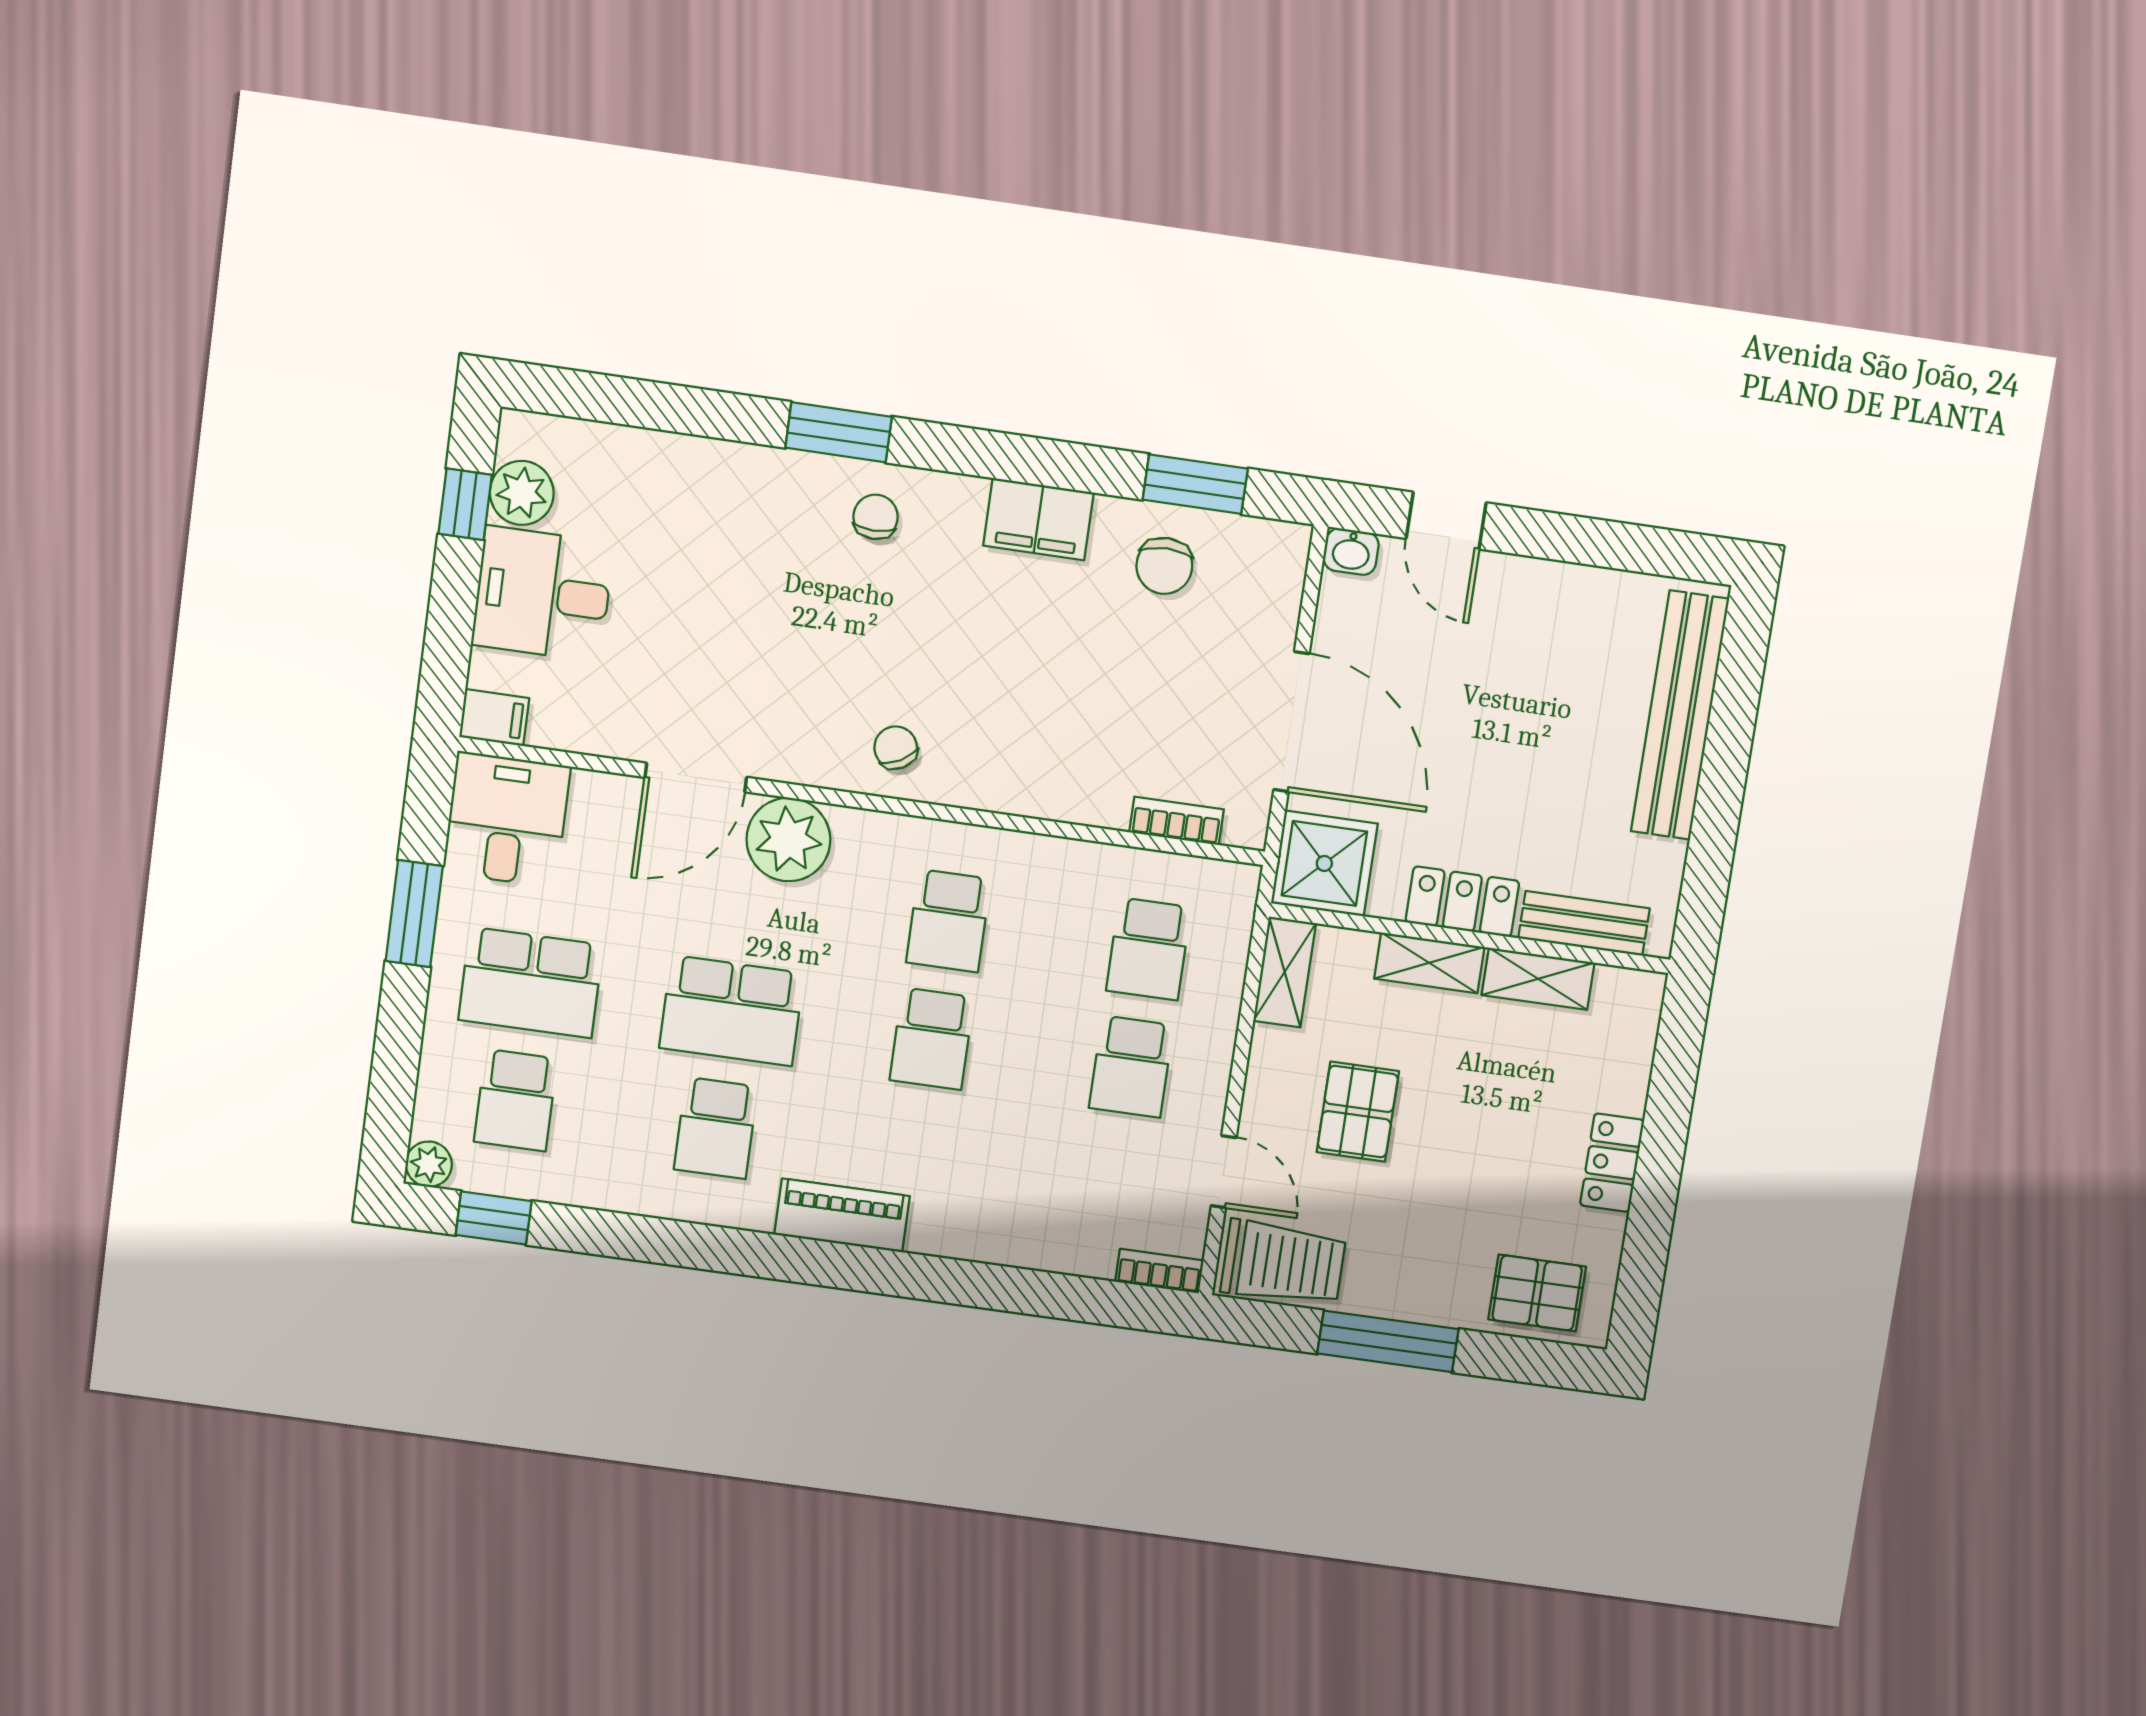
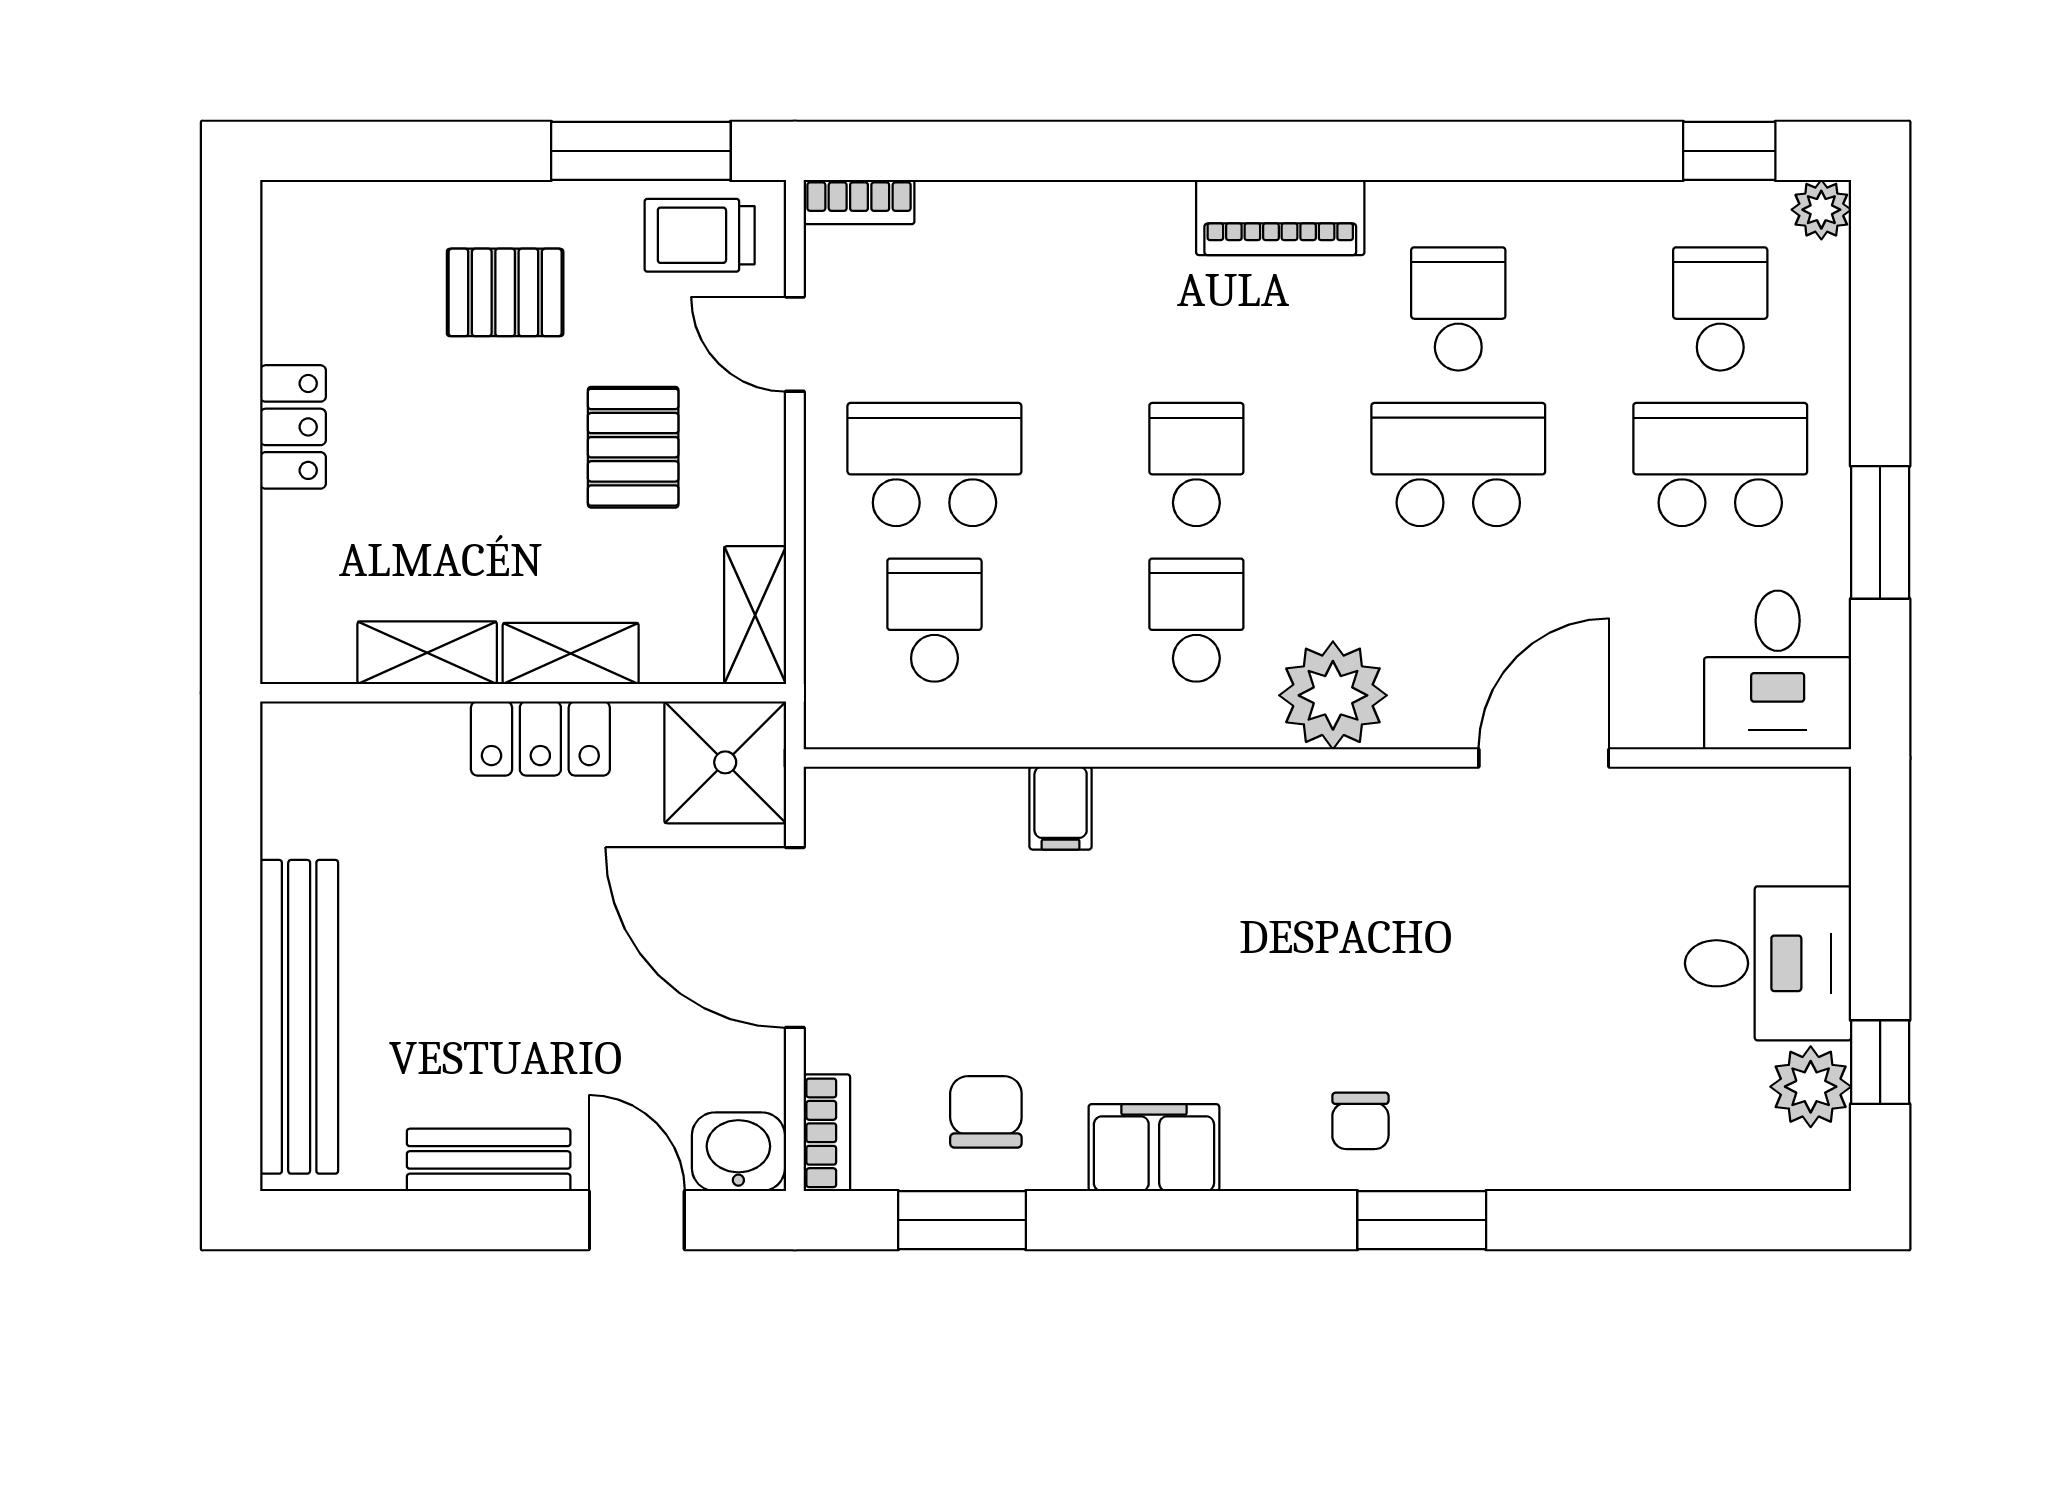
washbasin: (1351, 552) -> (738, 1152), width x1.38, depth x1.45
filing cabinet: (494, 718) -> (1061, 808), moved, turned -90
chair: (896, 748) -> (1295, 832), removed
bookcase: (1177, 821) -> (827, 1133), moved, turned -90
plant: (788, 840) -> (1333, 695), moved
bench: (1584, 923) -> (489, 1160), moved
school desk: (1131, 1067) -> (934, 465), width x1.85
trolley: (1283, 1263) -> (700, 235), width x0.73, depth x0.72
pallet: (1537, 1293) -> (505, 292), moved
window: (1388, 1341) -> (641, 151), moved

